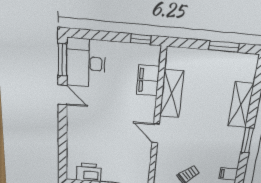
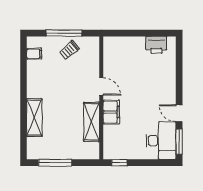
window: (224, 47) -> (55, 163), width x1.44
filing cabinet: (148, 80) -> (111, 112), moved
window: (247, 140) -> (23, 87), removed

